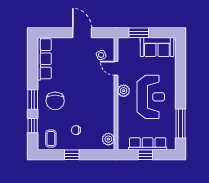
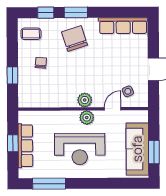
window: (139, 33) -> (154, 152), moved
sofa: (157, 47) -> (137, 149), width x1.36
chair: (55, 101) -> (74, 38), turned 72
plant: (108, 139) -> (85, 100), moved
window: (72, 155) -> (12, 75), moved

